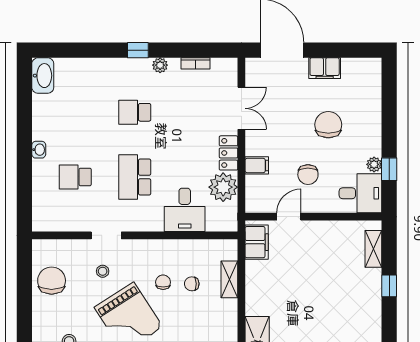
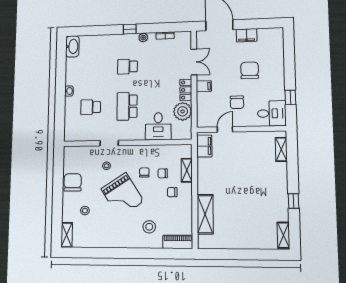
plant: (374, 164) -> (280, 95), removed
filing cabinet: (257, 165) -> (204, 86), moved
chair: (52, 281) -> (73, 182), moved
window: (389, 286) -> (293, 201), moved
chair: (207, 313) -> (172, 192), added

